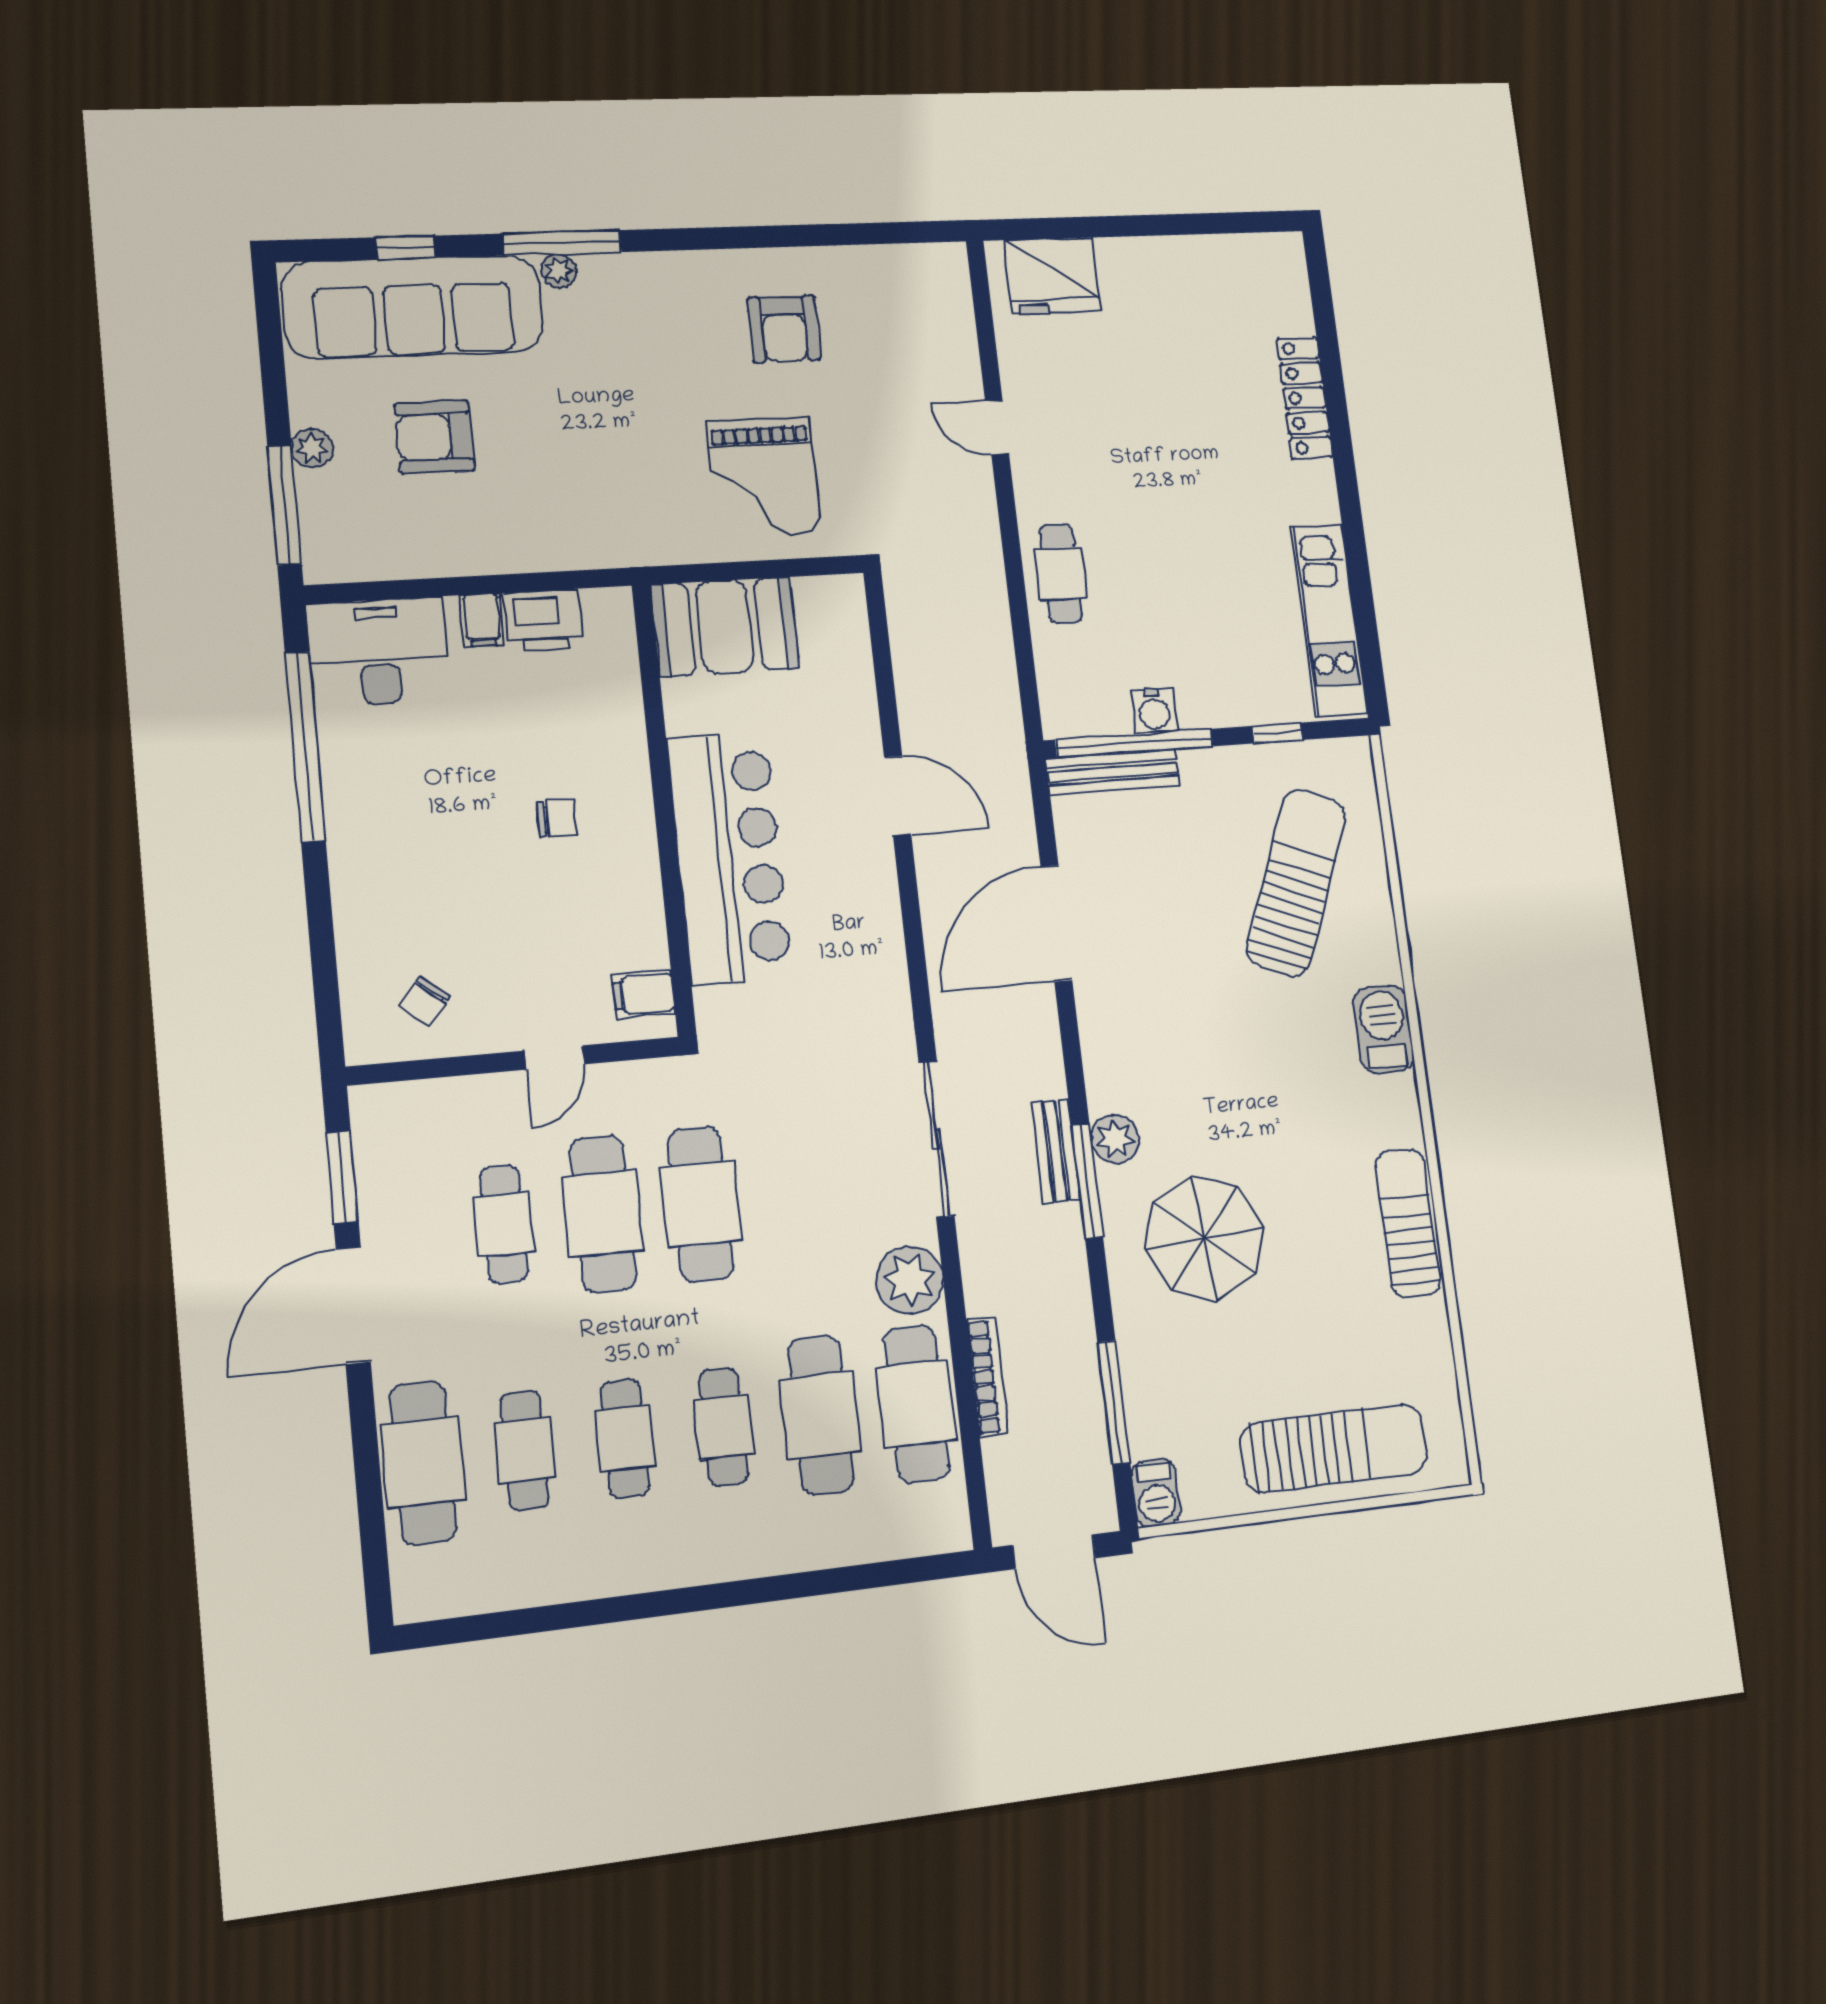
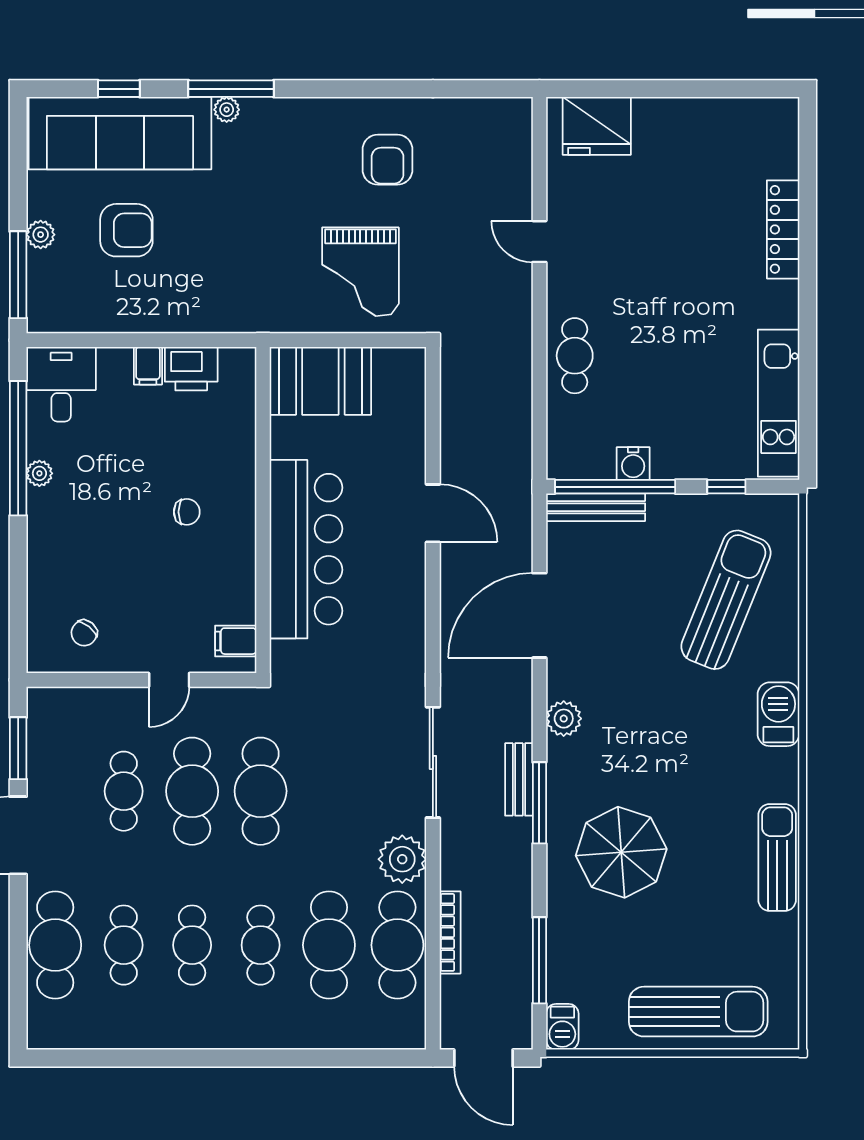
armchair: (434, 437) -> (126, 230), turned 180
desk: (379, 652) -> (61, 384), width x0.73
plant: (339, 780) -> (39, 473), added
plant: (1115, 1139) -> (564, 719), moved

